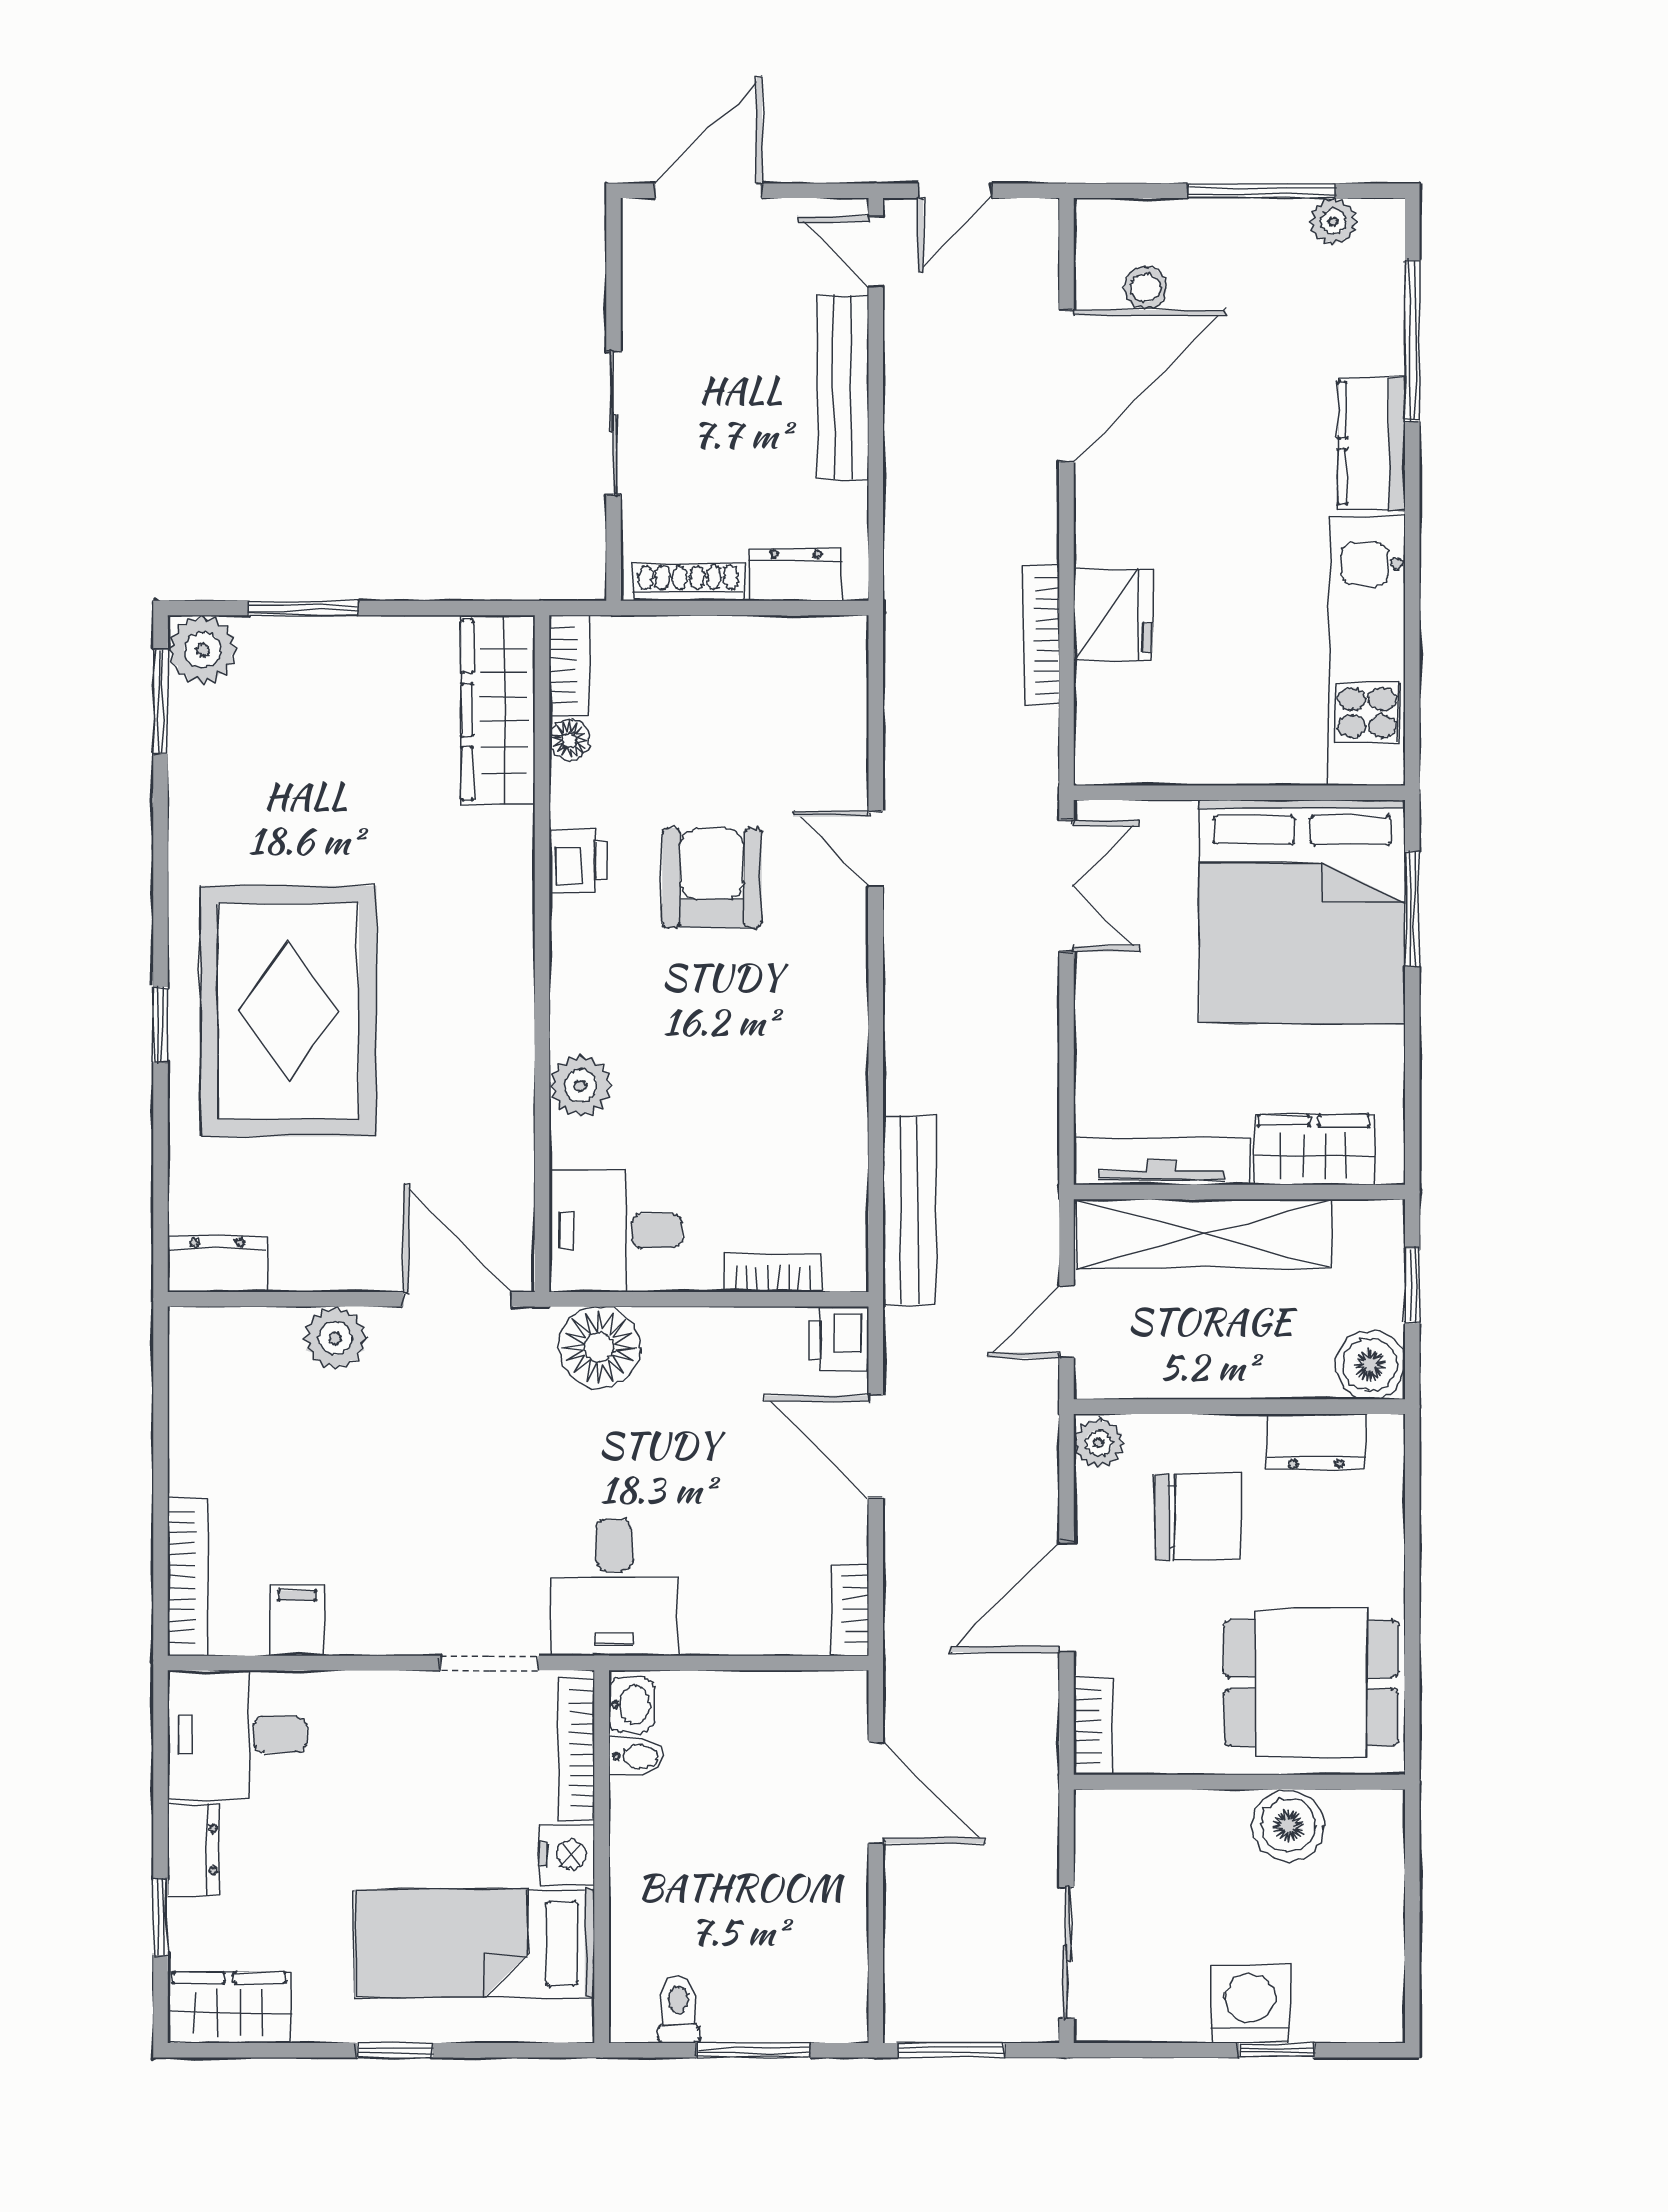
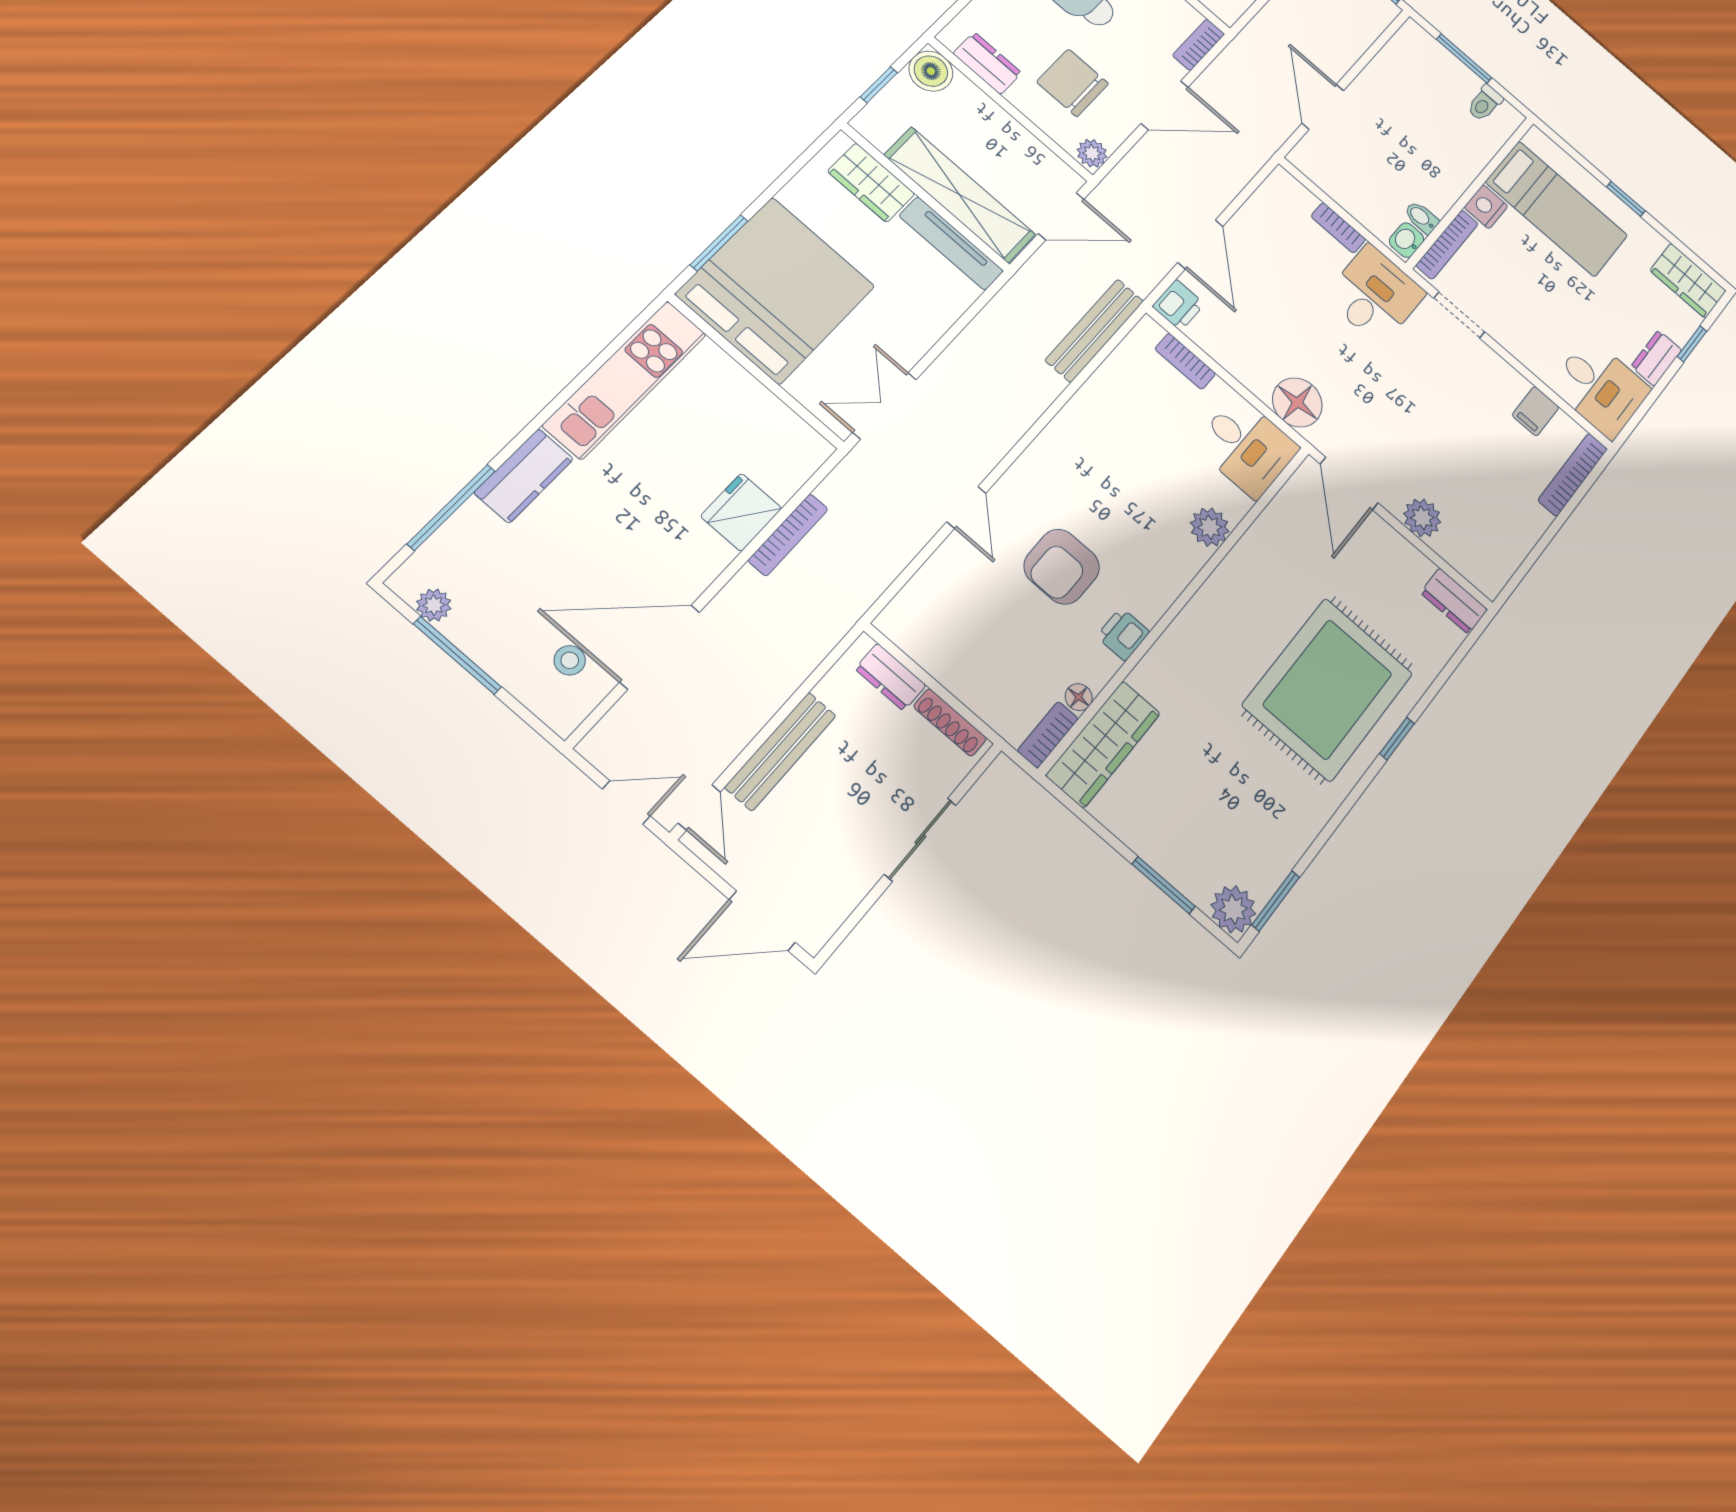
door: (1066, 1322) -> (1061, 216), width x1.38
bookcase: (850, 1610) -> (1338, 228), moved, turned 90

